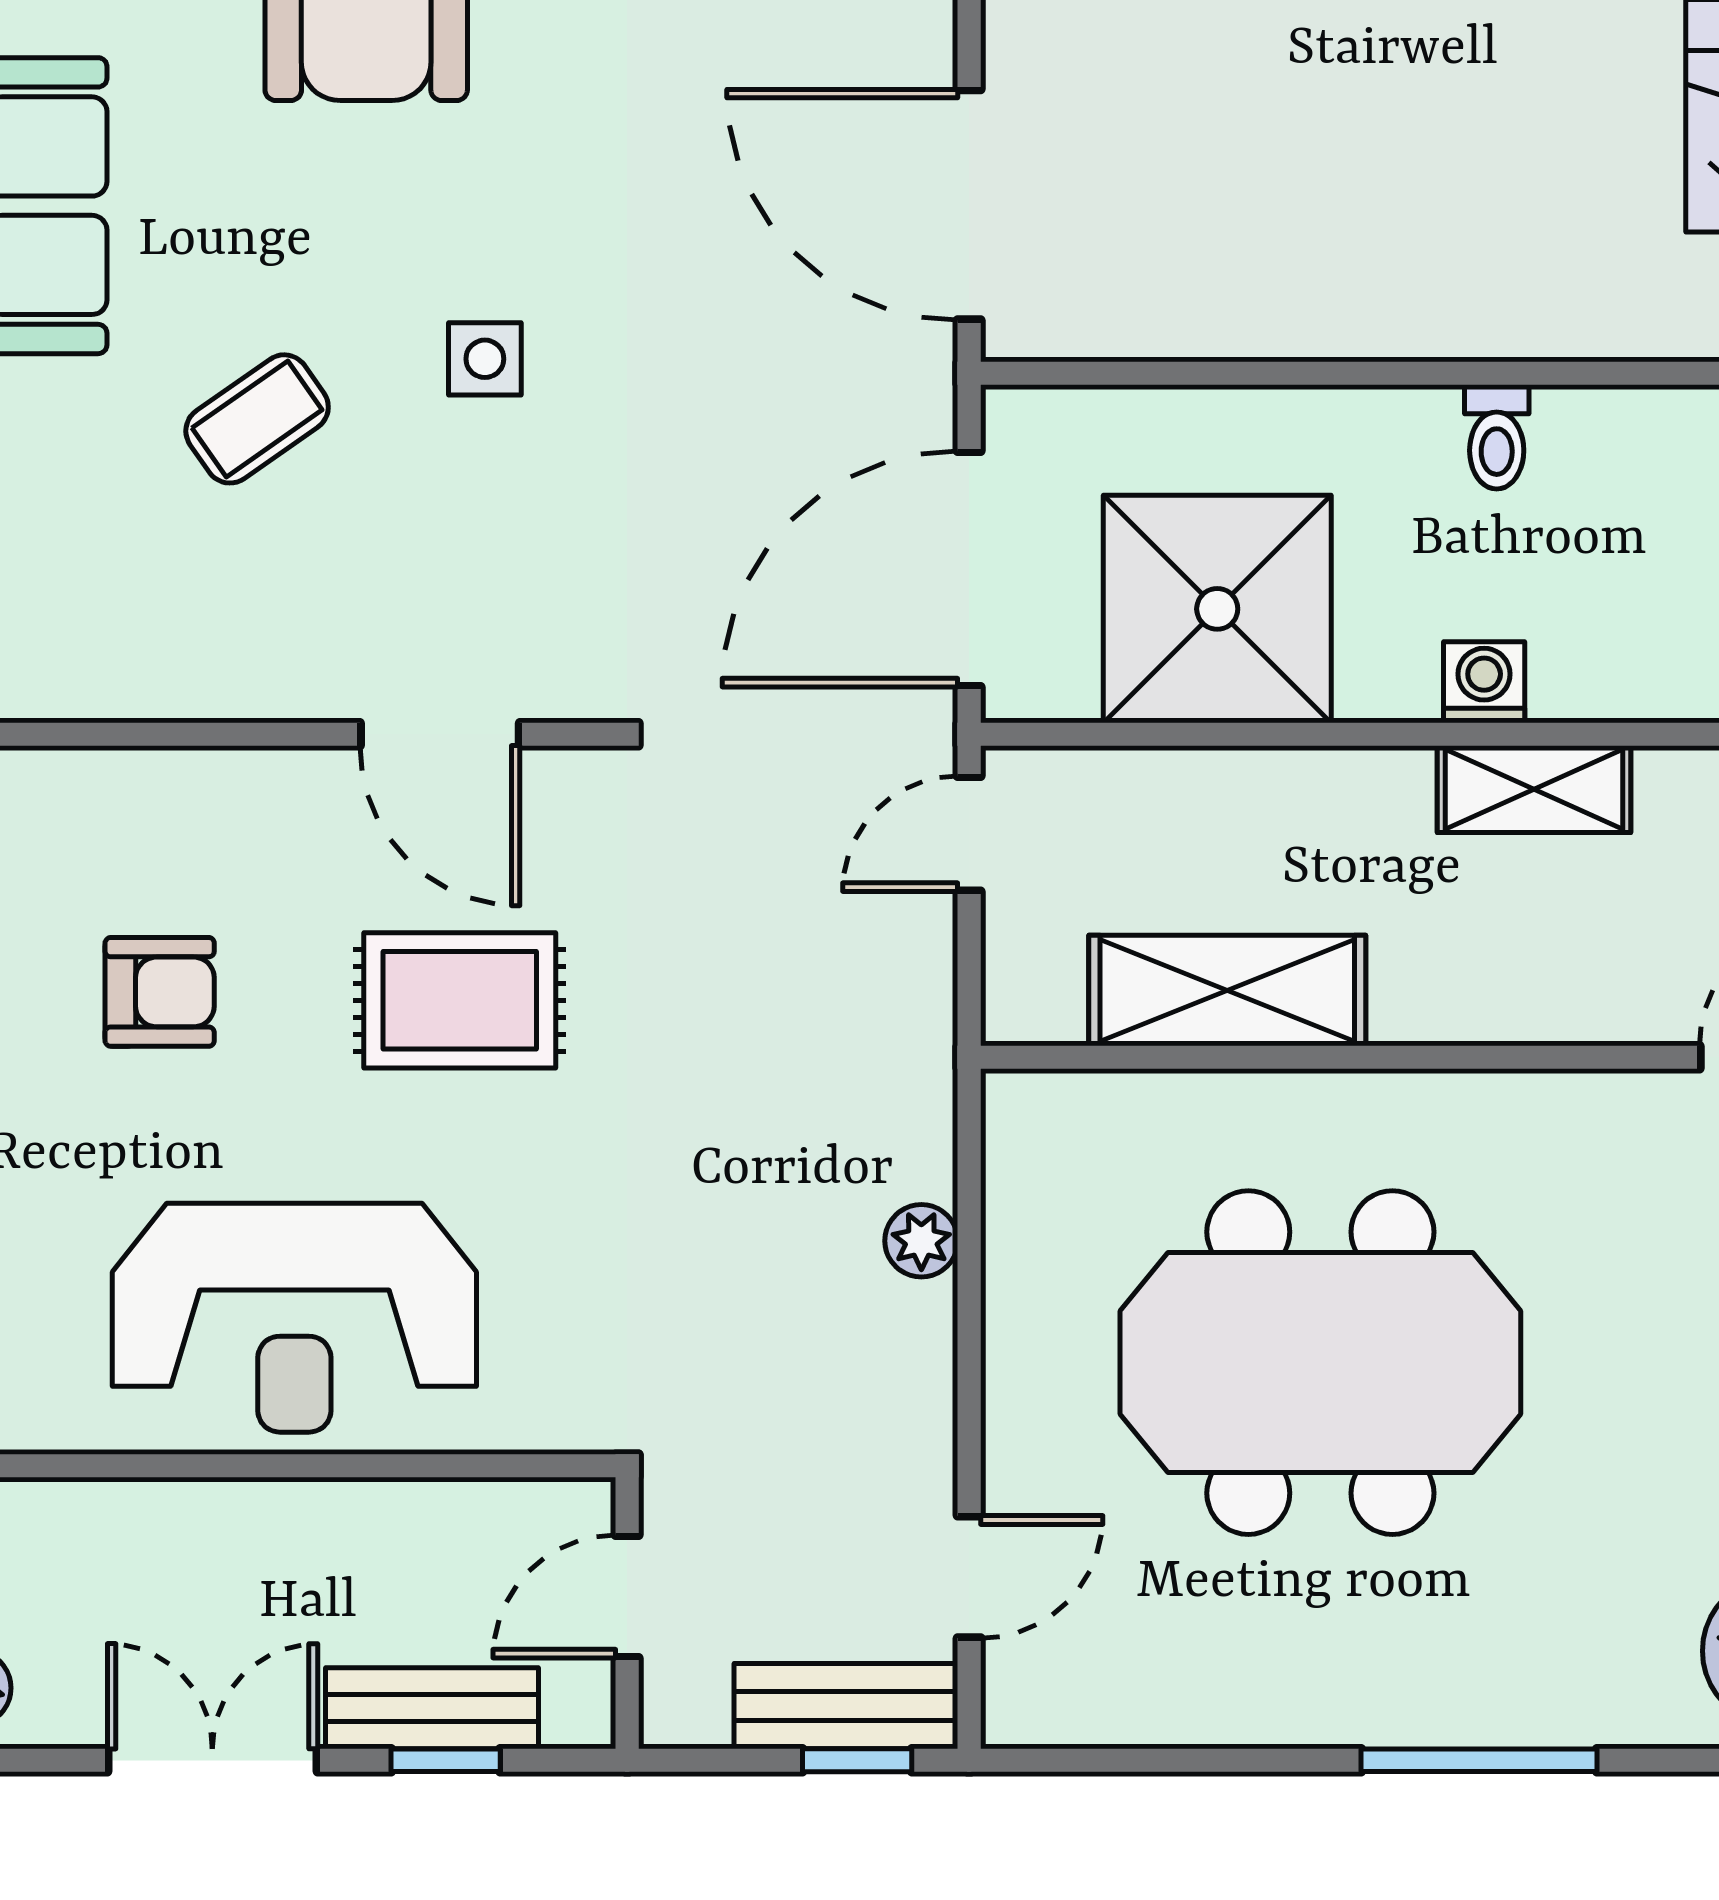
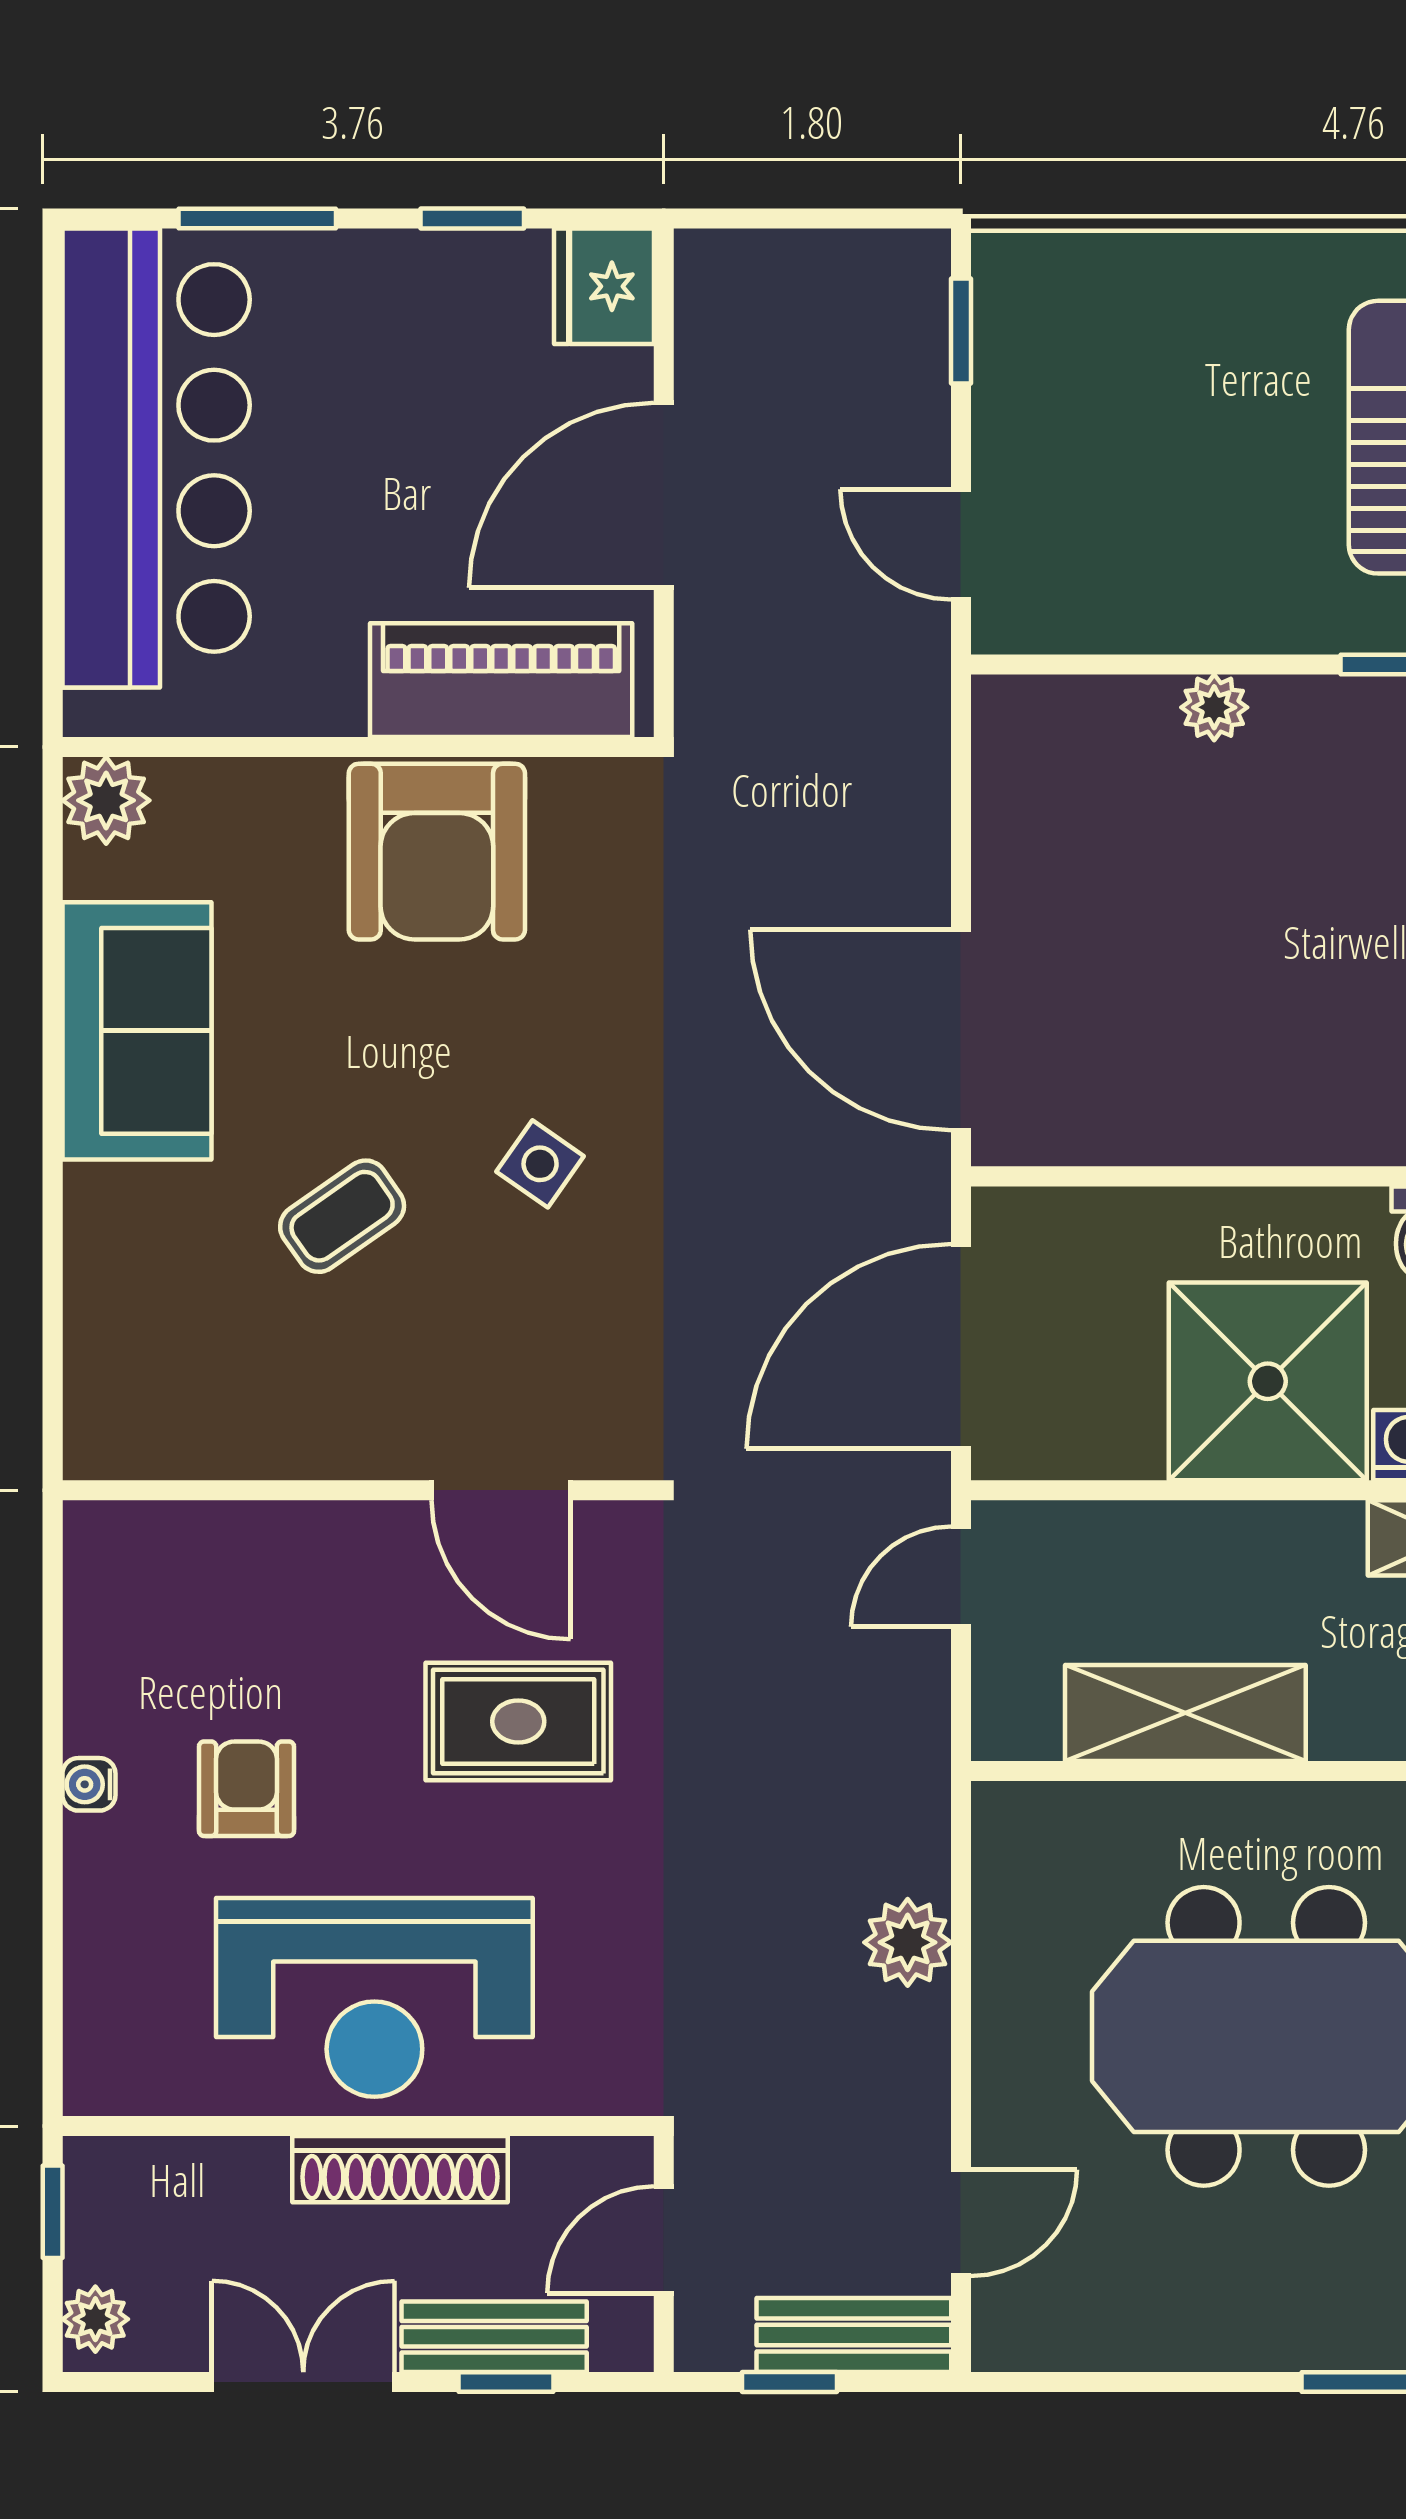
side table: (485, 359) -> (540, 1164), turned 35
shower: (1217, 609) -> (1268, 1381), moved
armchair: (160, 992) -> (246, 1789), moved, turned -90
plant: (921, 1241) -> (908, 1942), width x1.38, depth x1.38
shoe rack: (324, 1515) -> (400, 2169), added
window: (857, 1760) -> (790, 2382), moved

